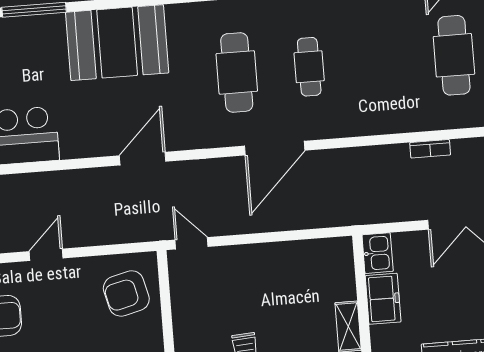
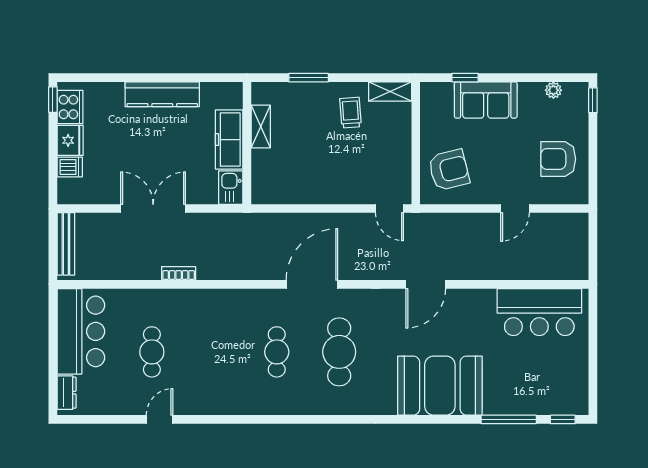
cafe table: (454, 55) -> (152, 352), width x0.73, depth x0.74
freezer: (383, 299) -> (229, 140), width x1.40

